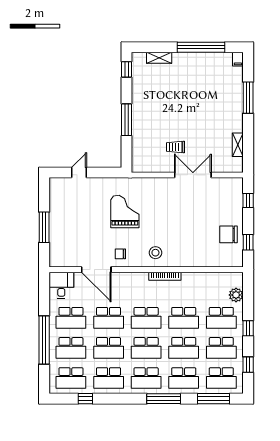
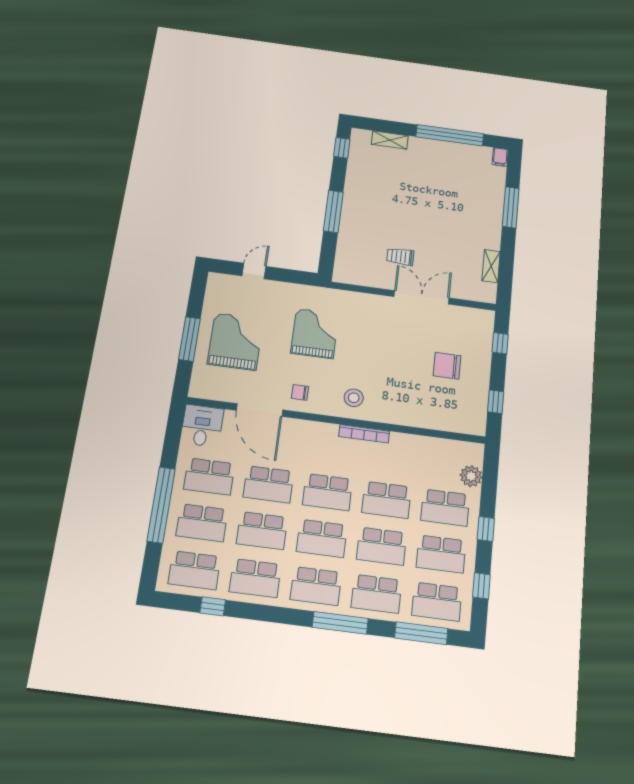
grand piano: (74, 225) -> (235, 341), added
chair: (228, 234) -> (447, 366), moved

